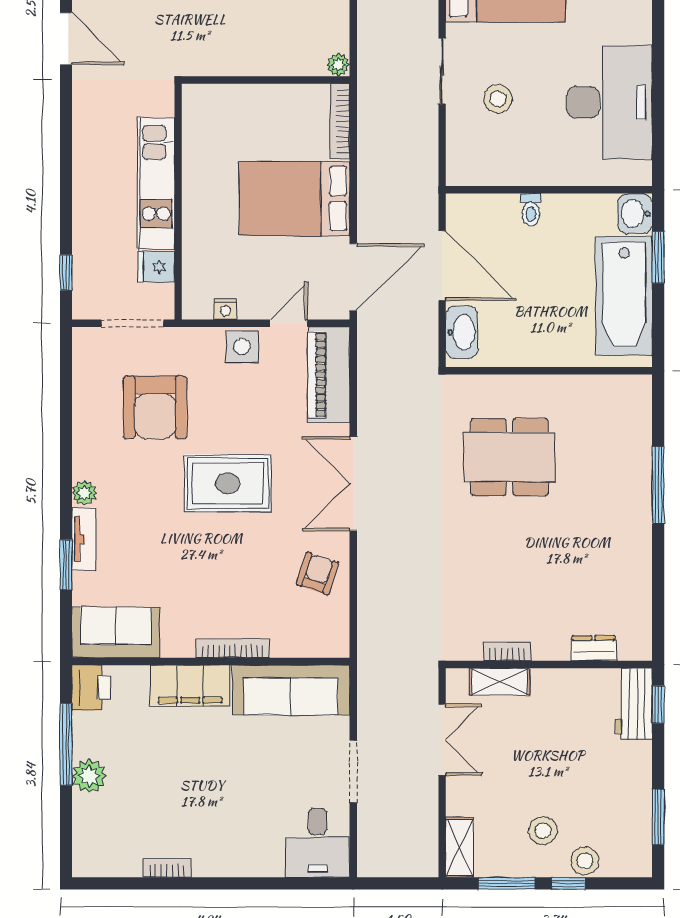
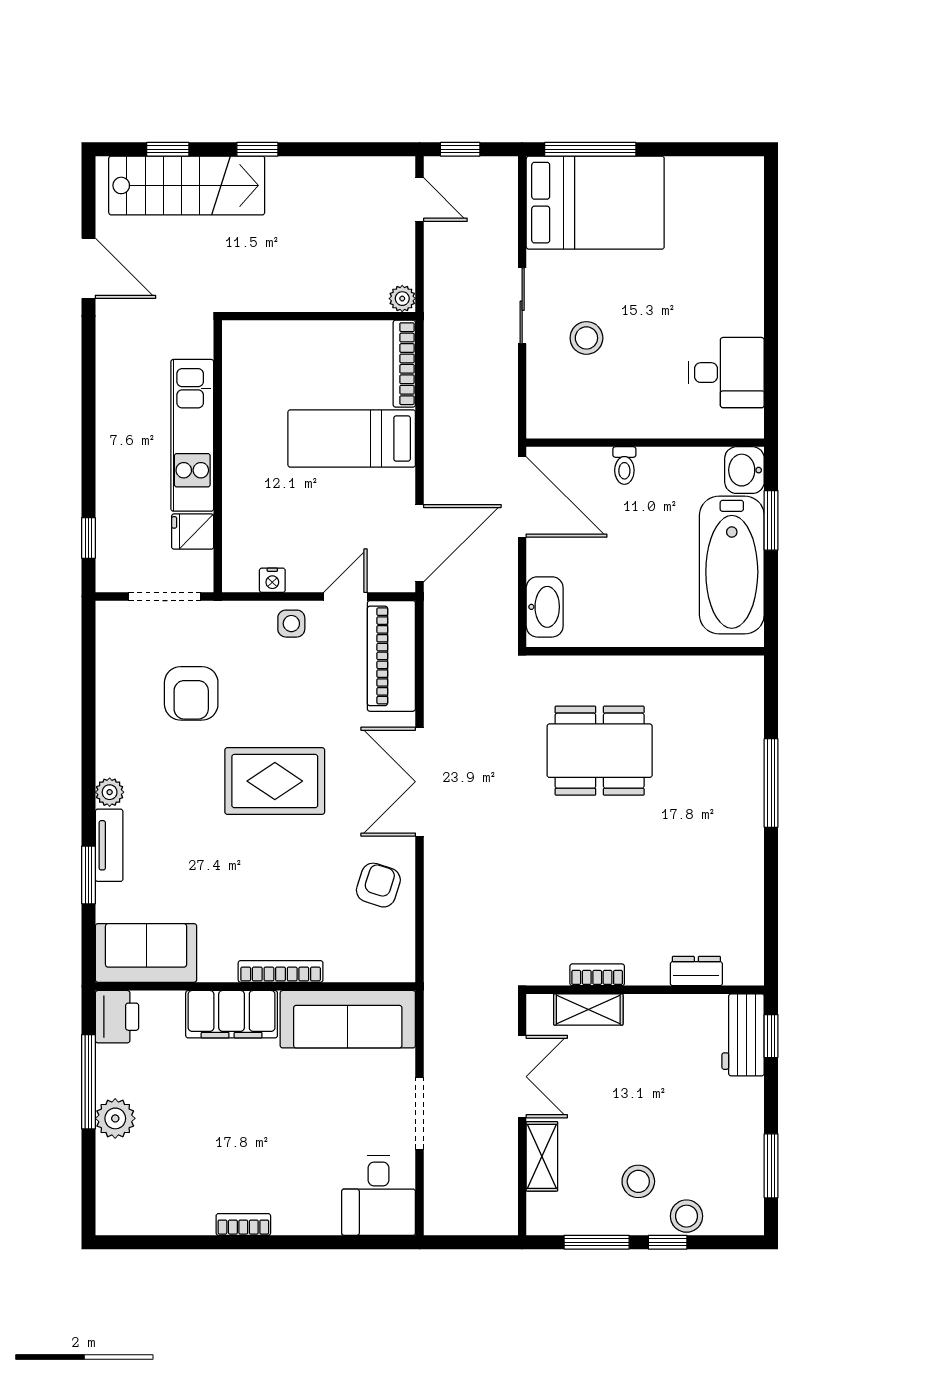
desk: (610, 102) -> (726, 373), width x0.53, depth x0.77
bed: (294, 199) -> (352, 439), width x0.67
door: (442, 266) -> (522, 497), moved
side table: (242, 347) -> (291, 624), width x0.73, depth x0.73
armchair: (155, 407) -> (191, 693), width x0.73, depth x0.73
shelving: (459, 847) -> (542, 1156), moved
bookcase: (167, 868) -> (243, 1224), moved

